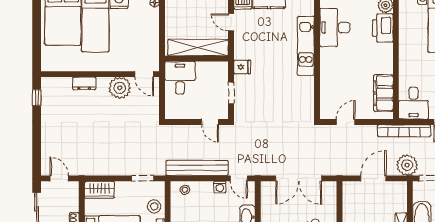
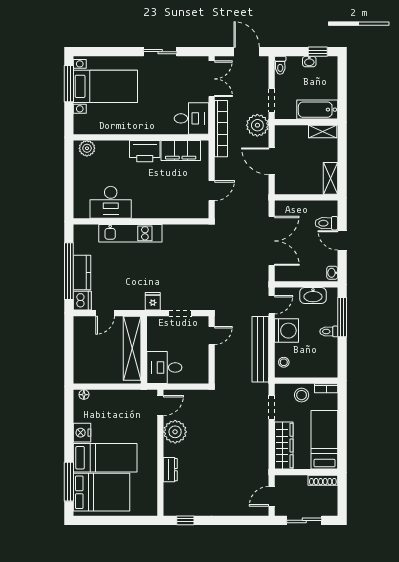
printer: (383, 28) -> (145, 151), moved
door: (346, 122) -> (212, 191), swing flipped
washing machine: (220, 187) -> (287, 331), width x1.89, depth x1.89
wardrobe: (99, 190) -> (284, 445), width x1.50

